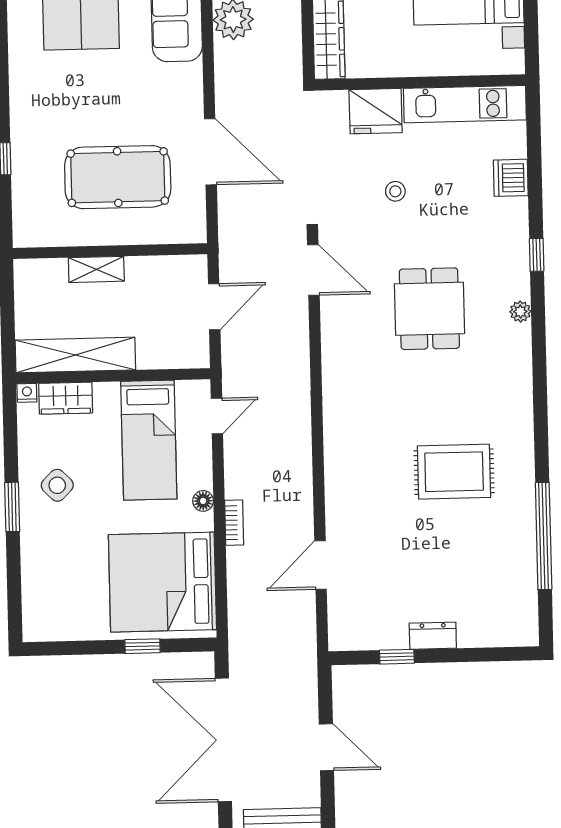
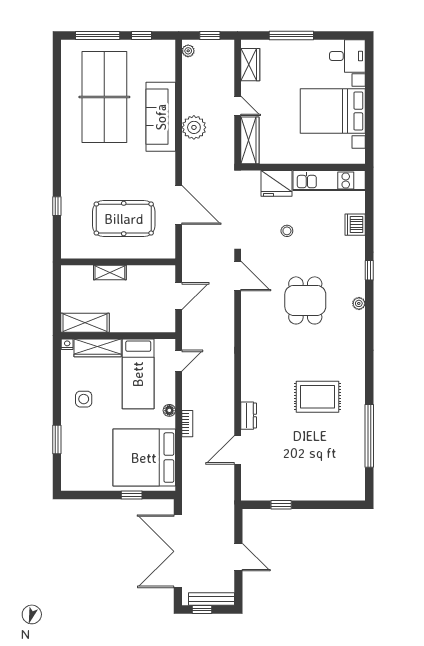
shelving: (75, 355) -> (85, 323), width x0.68
wardrobe: (66, 398) -> (98, 348), width x1.50
side table: (57, 485) -> (84, 399), turned 45
window: (12, 507) -> (57, 439), moved
dresser: (433, 636) -> (249, 416), moved, turned 90

